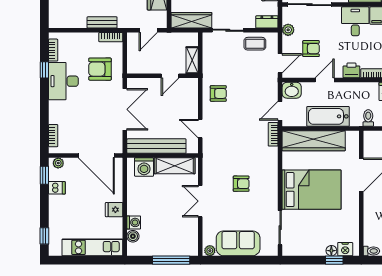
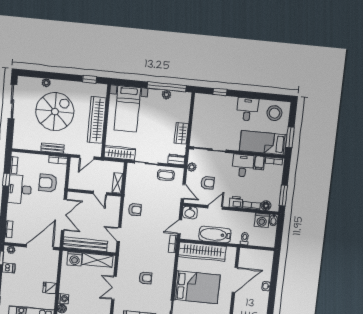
door: (280, 63) -> (183, 192), hinge flipped
door: (170, 76) -> (100, 193), hinge flipped
door: (96, 156) -> (40, 247), swing flipped

